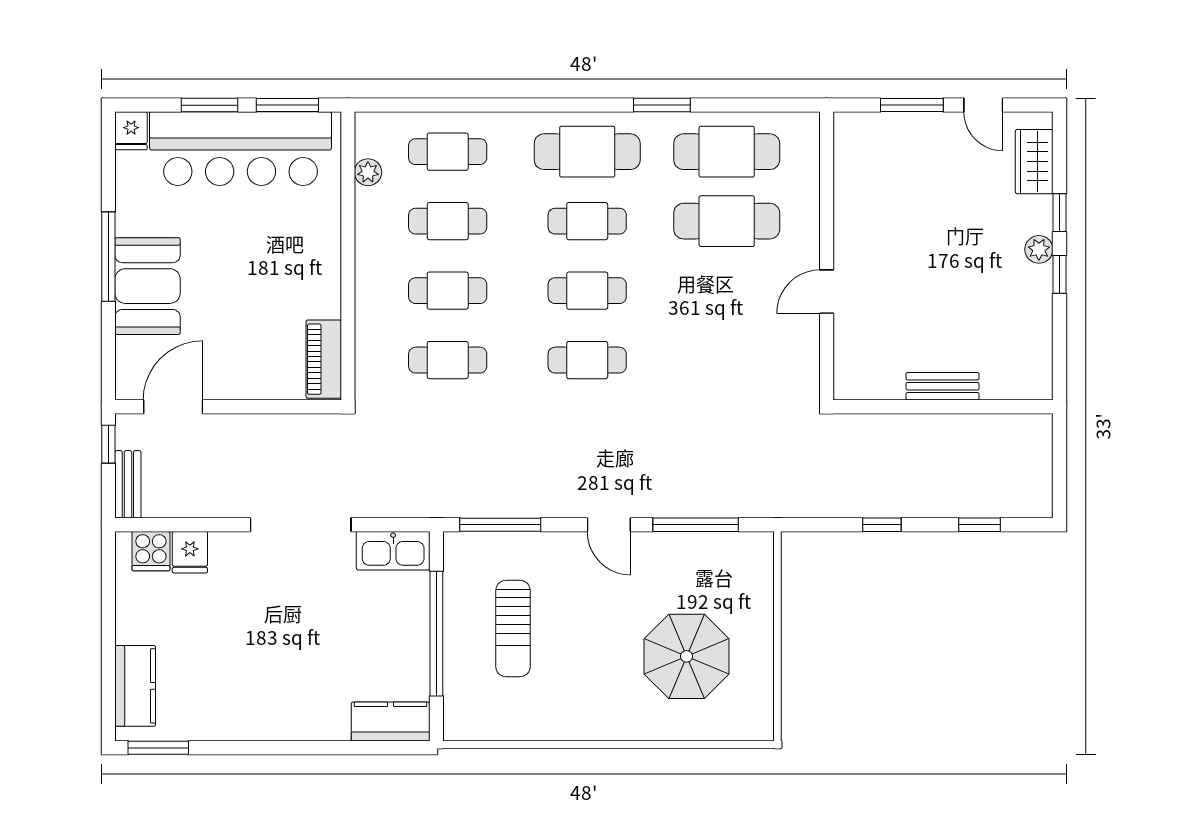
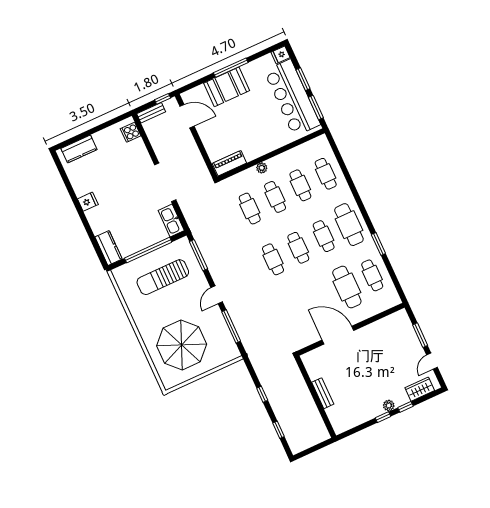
cafe table: (727, 152) -> (372, 275), width x0.73, depth x0.74
plant: (368, 172) -> (262, 168), moved
door: (827, 292) -> (338, 335), width x1.87
fridge: (190, 552) -> (88, 202), moved, turned 180
sun lounger: (513, 629) -> (163, 277), width x1.36, depth x1.34
parasol: (687, 656) -> (182, 345), width x1.36, depth x1.36
window: (158, 748) -> (60, 168), removed

